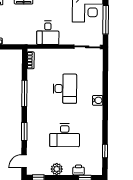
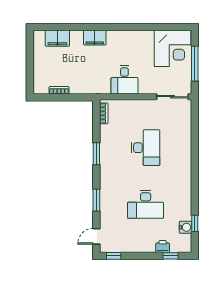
window: (24, 93) -> (96, 154), width x0.69
water cooler: (98, 100) -> (186, 227), moved
plant: (57, 169) -> (136, 246), removed

